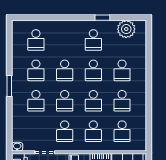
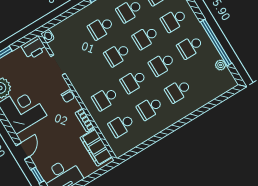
window: (102, 18) -> (216, 43), width x3.17
plant: (126, 29) -> (221, 65), width x0.53, depth x0.53
school desk: (65, 131) -> (174, 20), moved

